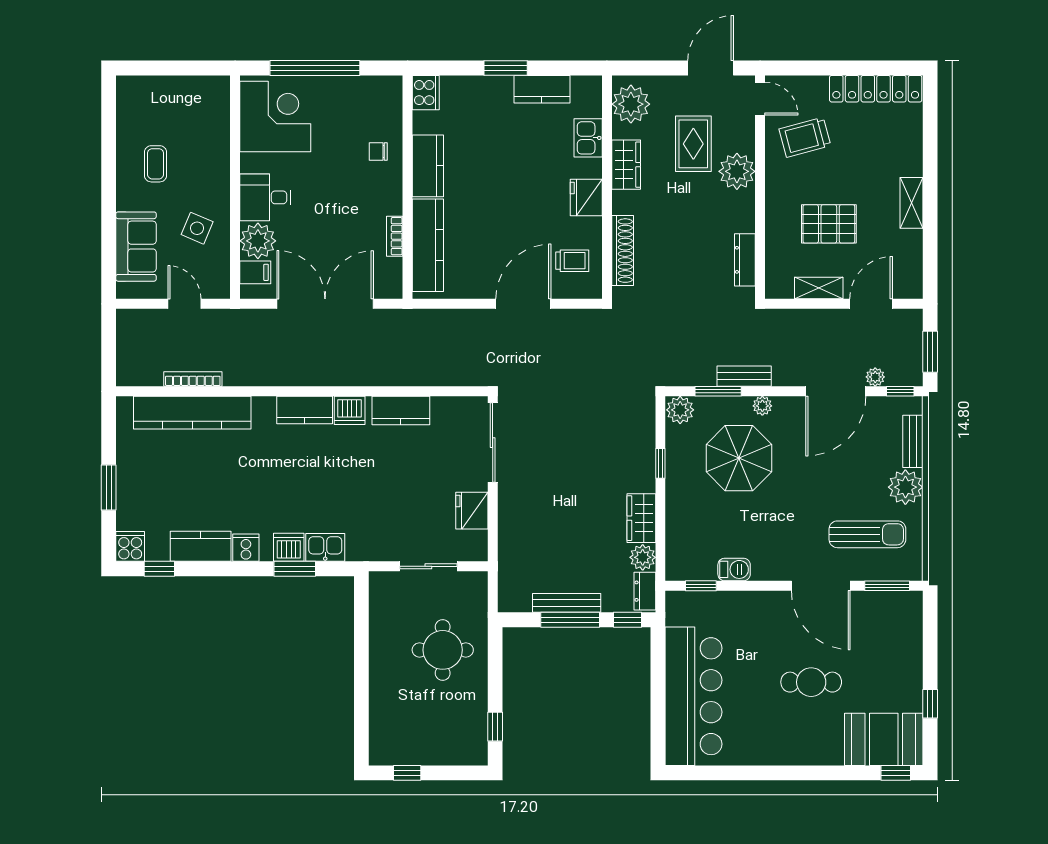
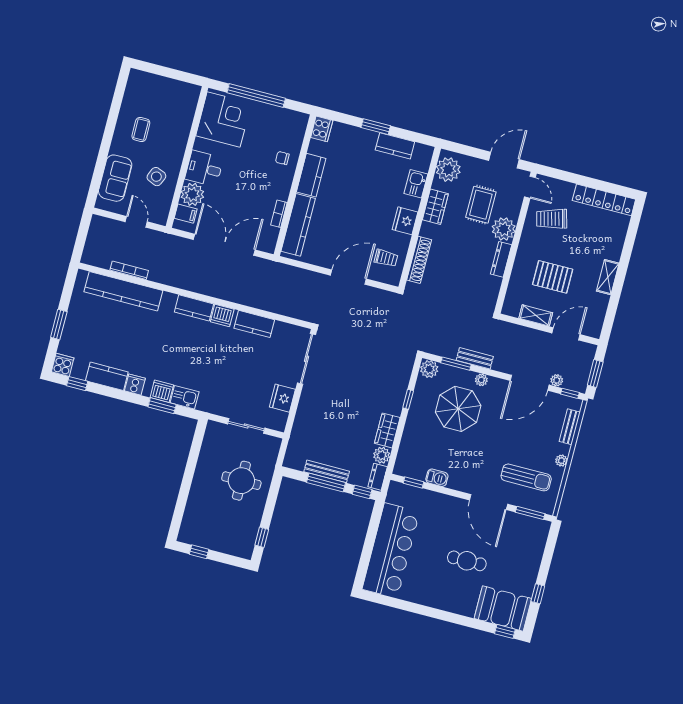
dresser: (745, 260) -> (501, 259), moved
plant: (905, 487) -> (561, 461), width x0.53, depth x0.53

